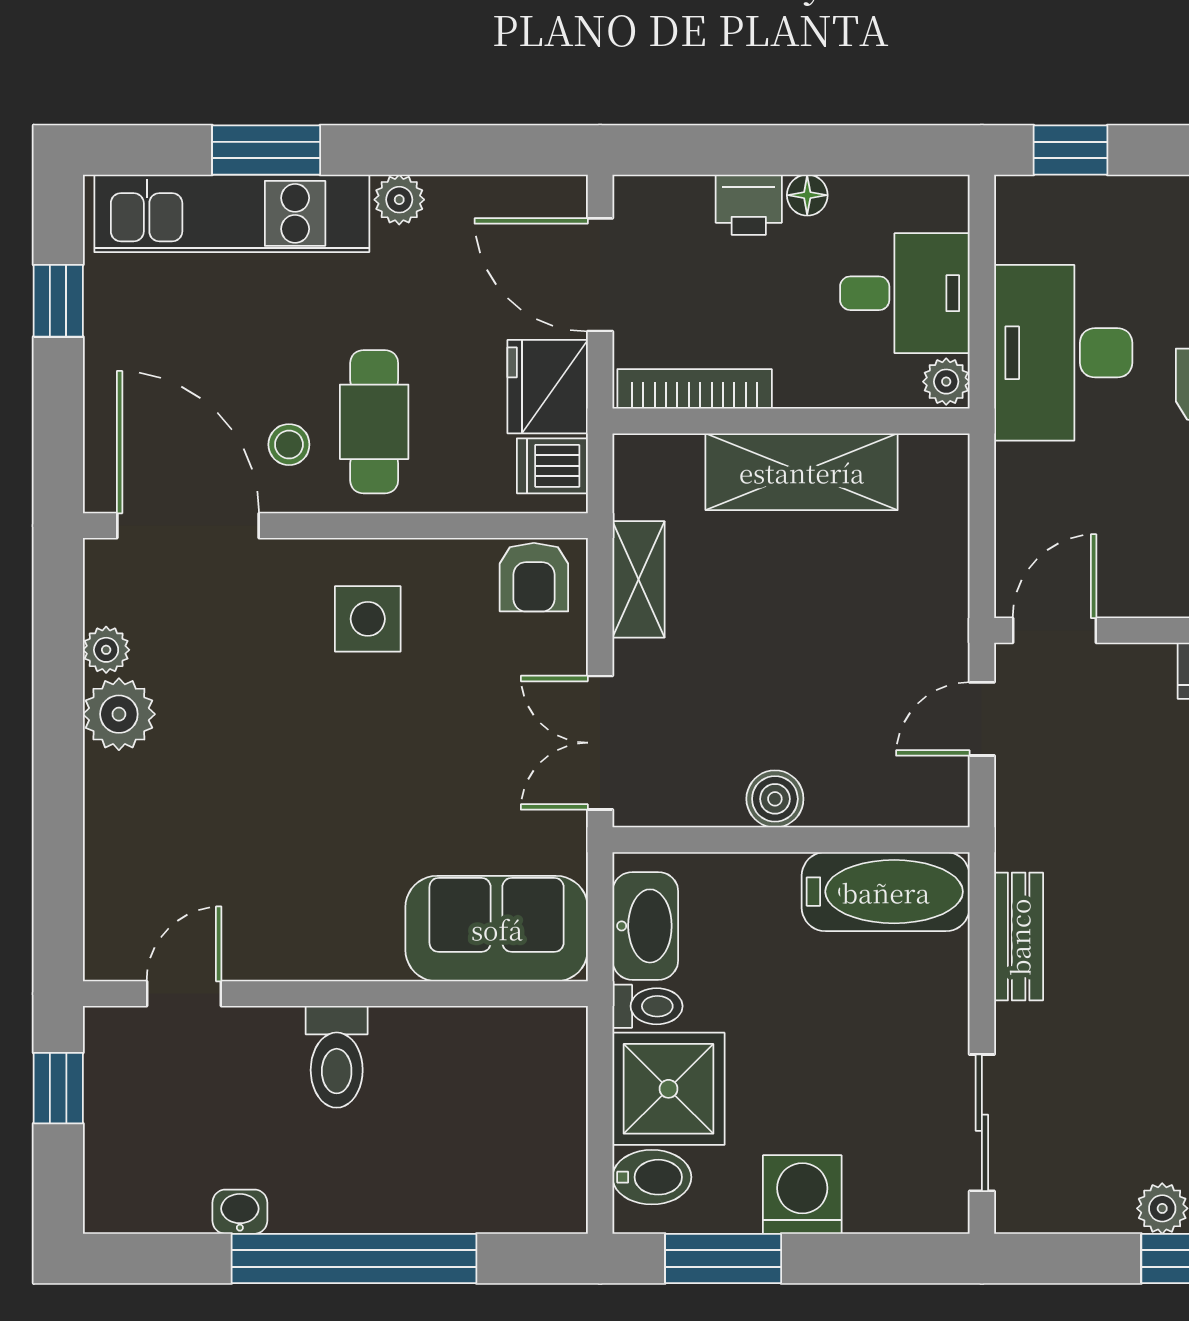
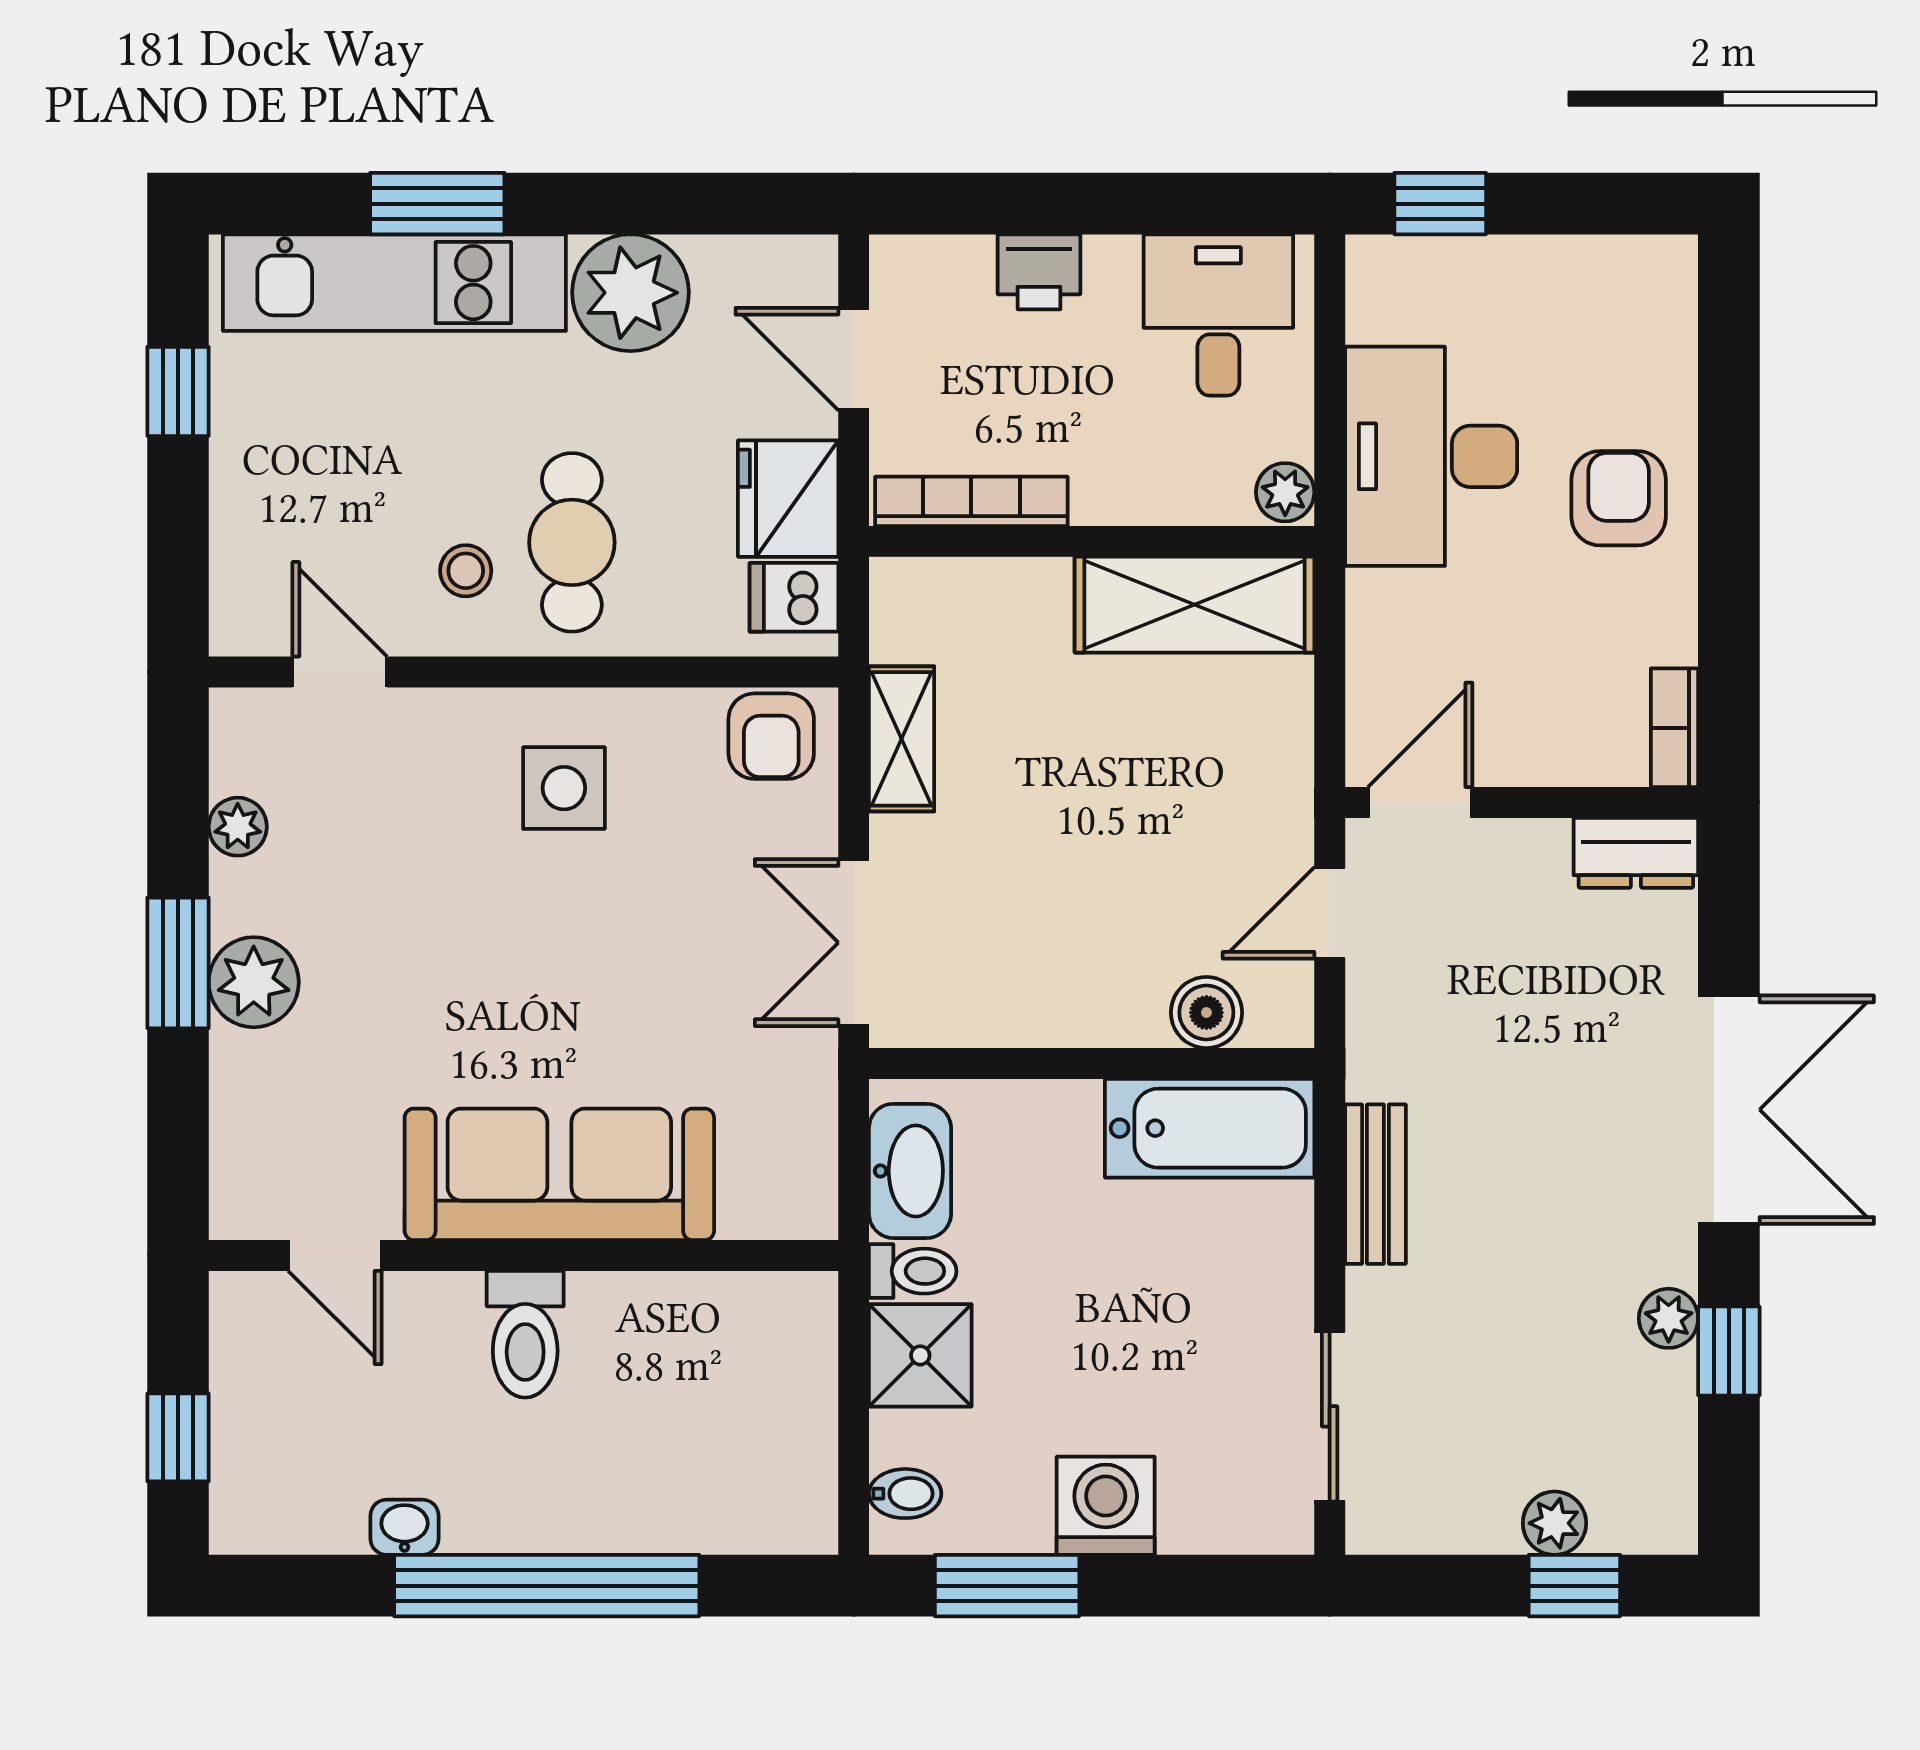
floor lamp: (807, 195) -> (1112, 260), removed
plant: (399, 200) -> (630, 293), width x1.88, depth x1.88
door: (600, 275) -> (854, 359), width x0.73
desk: (905, 293) -> (1218, 315), moved, turned -90
shelving: (802, 472) -> (1194, 605), moved
door: (188, 526) -> (340, 672), width x0.53
plant: (119, 714) -> (254, 982), moved
window: (58, 759) -> (178, 963), added
boiler: (775, 799) -> (1206, 1013), moved
sofa: (497, 929) -> (559, 1174), moved, width x1.36
door: (184, 994) -> (335, 1255), swing flipped
window: (58, 1088) -> (178, 1437), moved
shower: (669, 1089) -> (920, 1355), width x0.73, depth x0.73
bidet: (652, 1177) -> (905, 1494), width x0.72, depth x0.74

